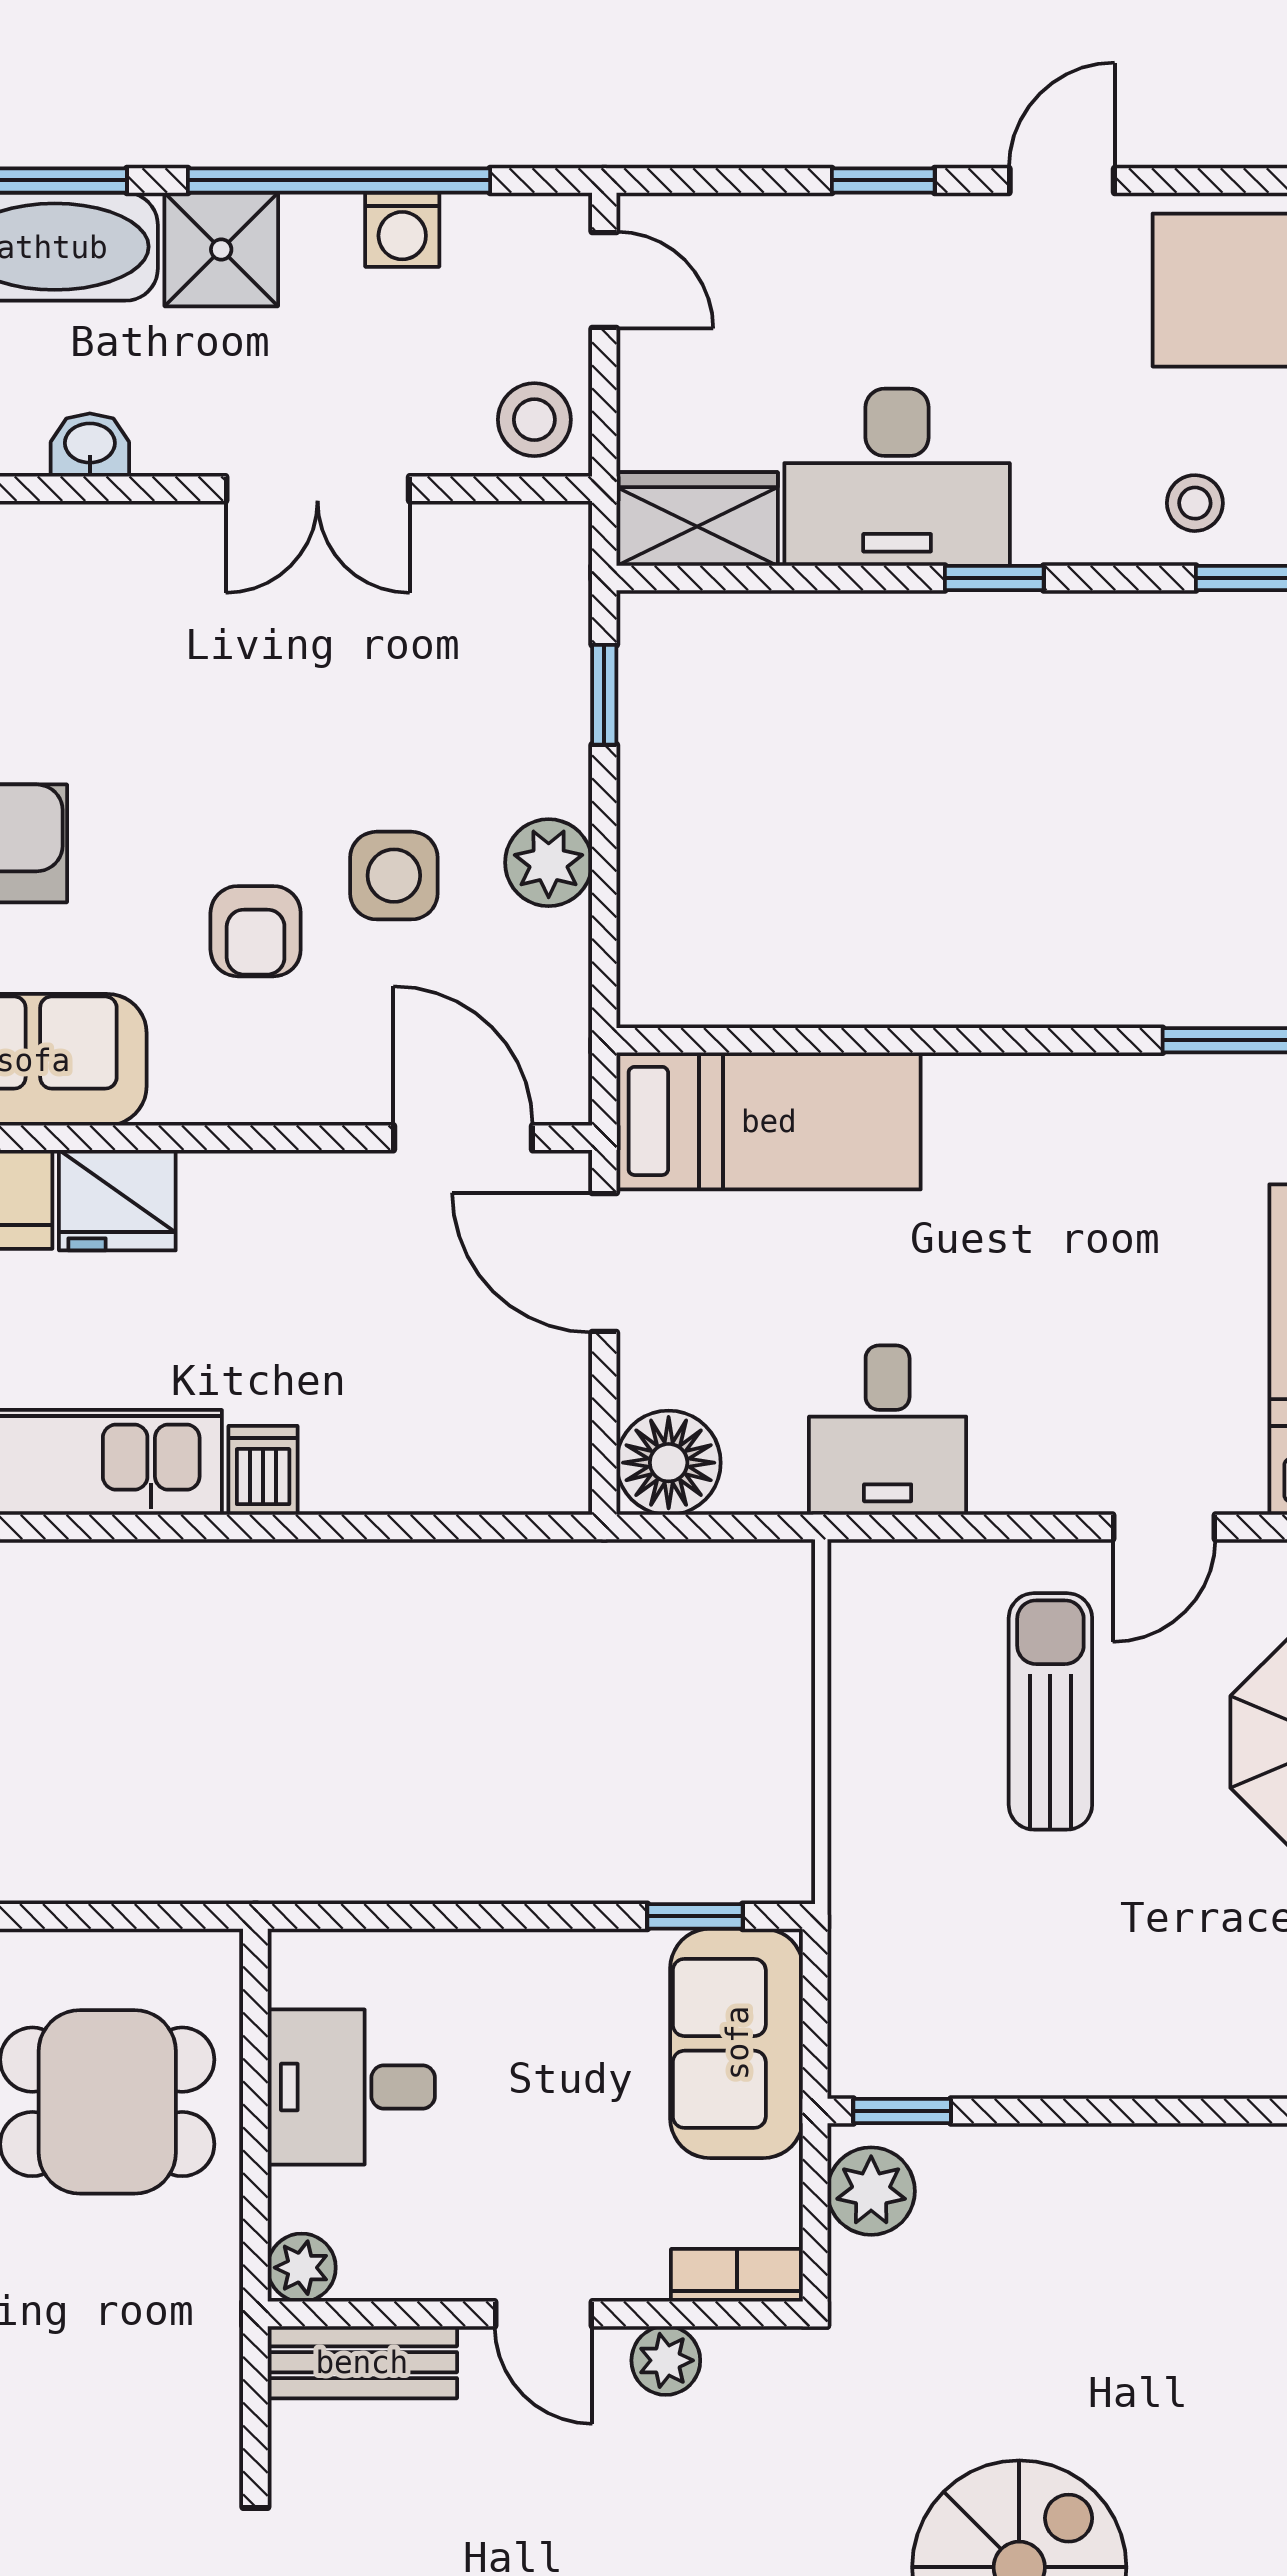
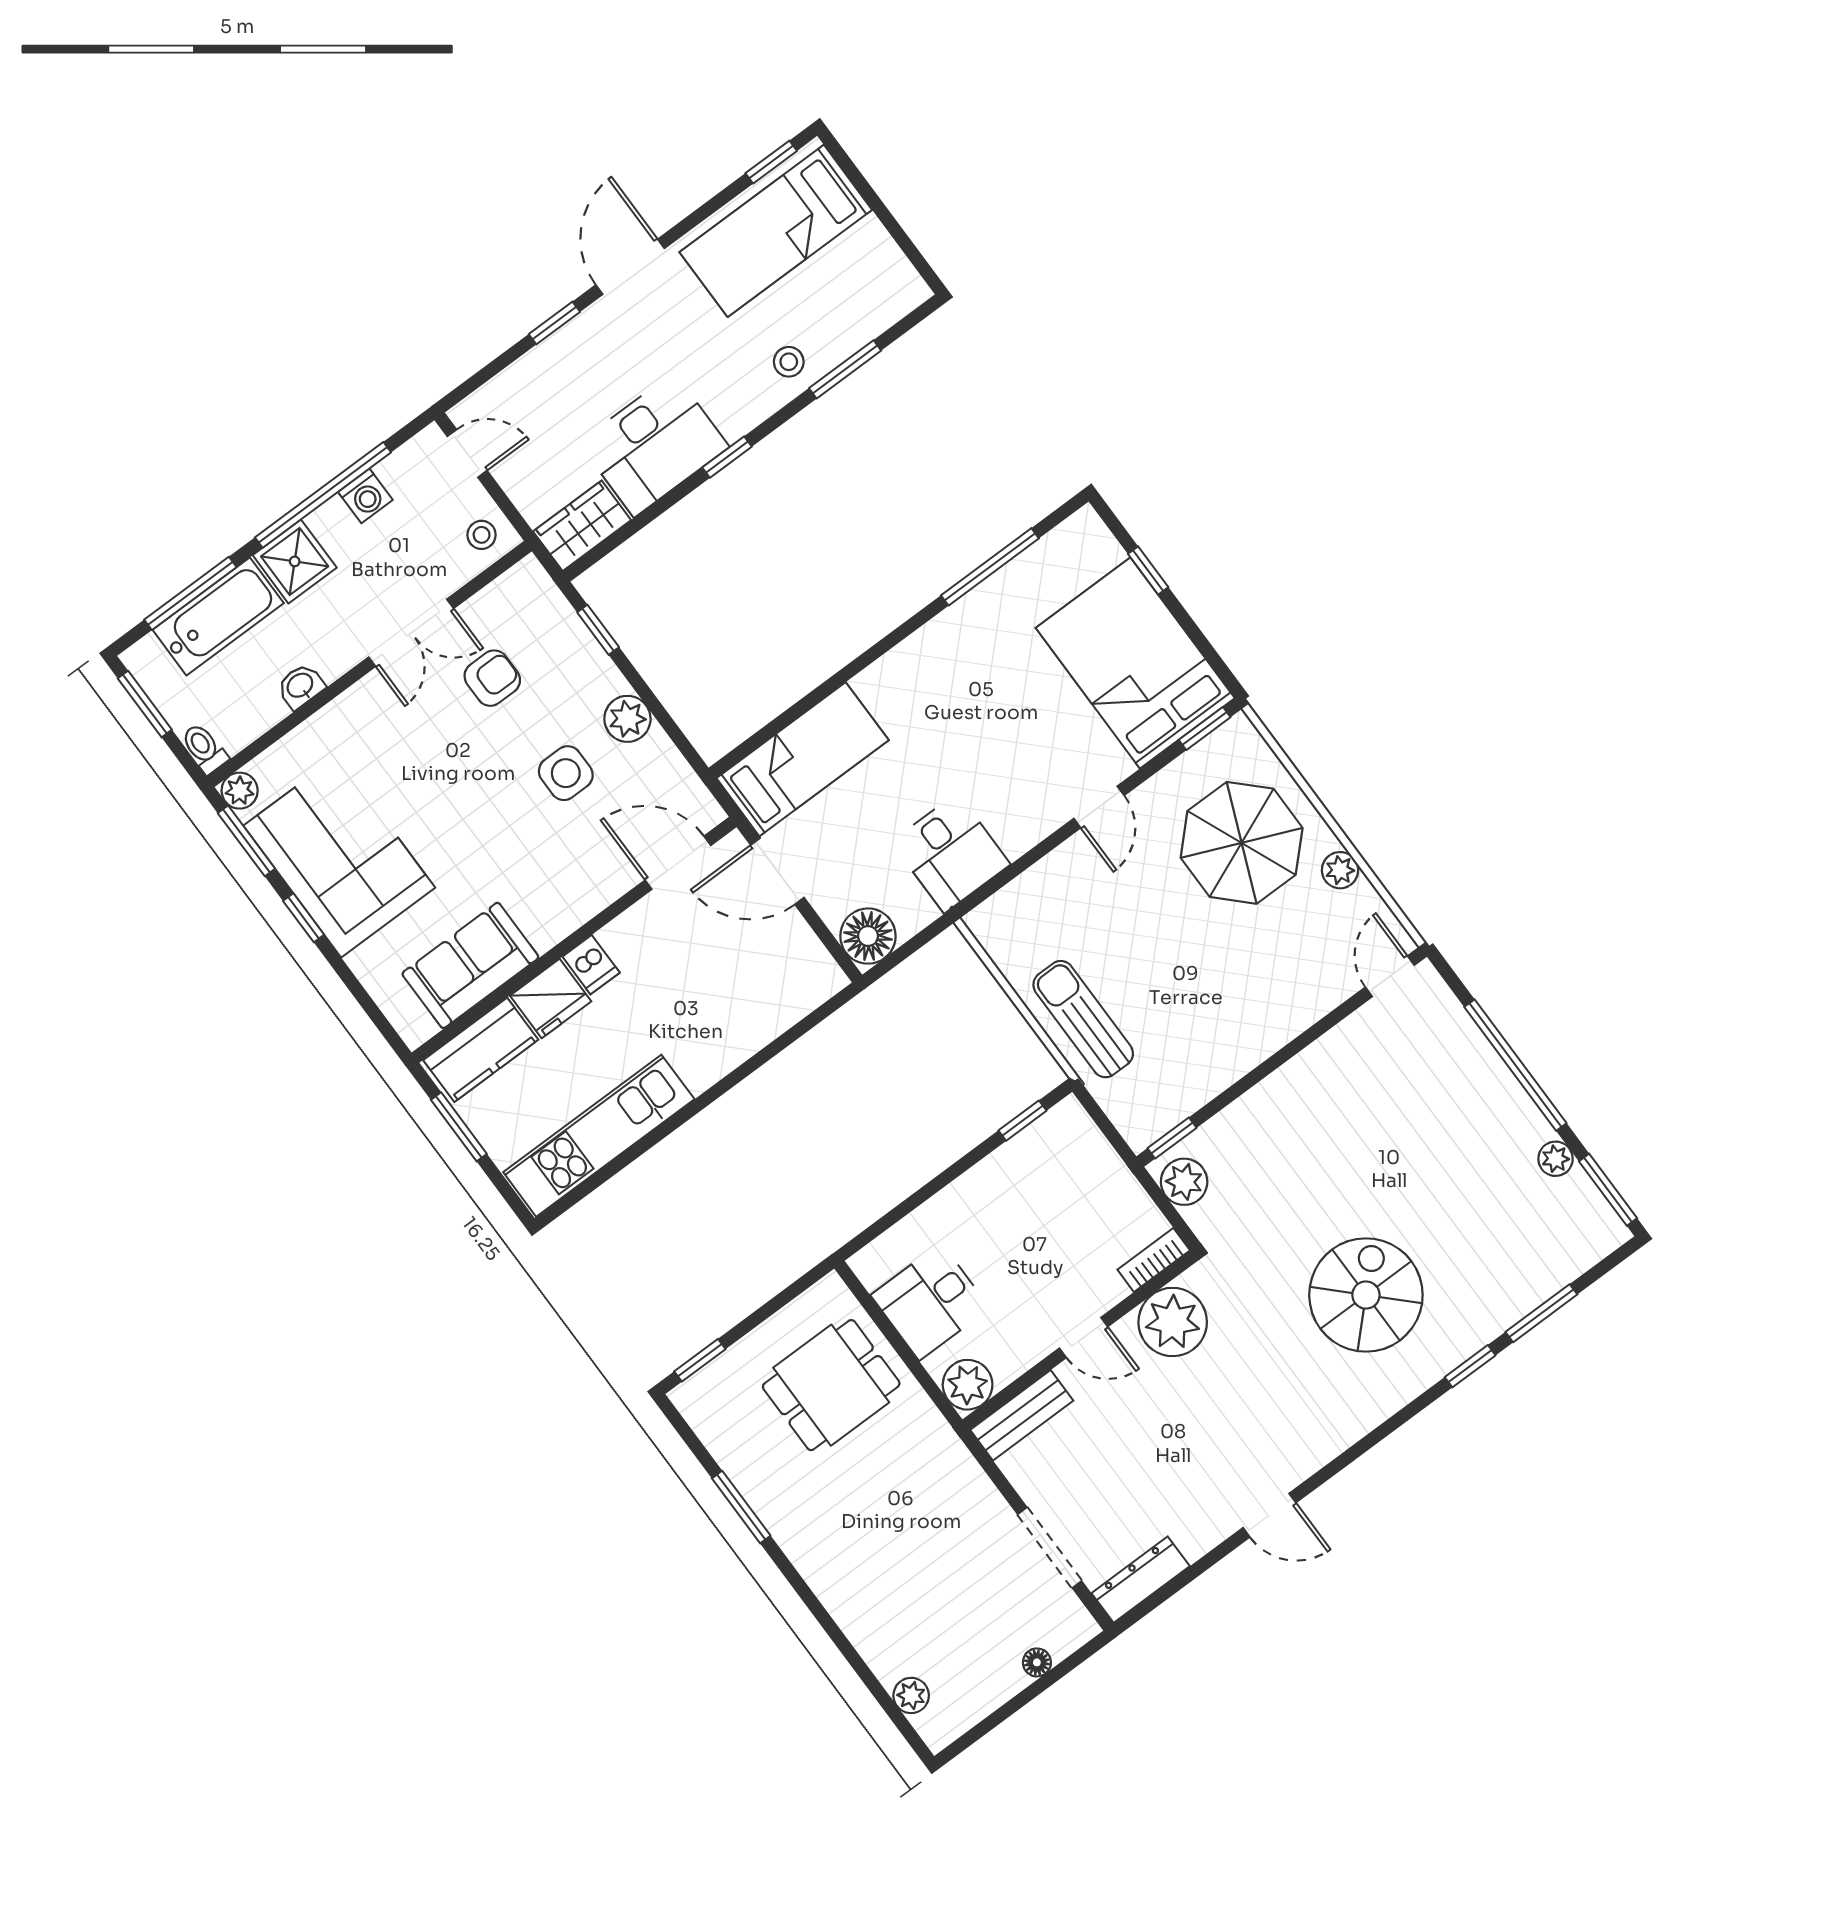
door: (1062, 180) -> (630, 267), width x1.38
stool: (534, 420) -> (482, 535), width x0.73, depth x0.73
armchair: (256, 931) -> (492, 678), moved, turned -90
dishwasher: (263, 1470) -> (591, 965), moved, turned 180
sun lounger: (1050, 1711) -> (1083, 1019), moved
sofa: (737, 2043) -> (1080, 1161), removed
plant: (302, 2268) -> (968, 1385), width x1.38, depth x1.38
plant: (666, 2360) -> (1173, 1322), width x1.87, depth x1.87

